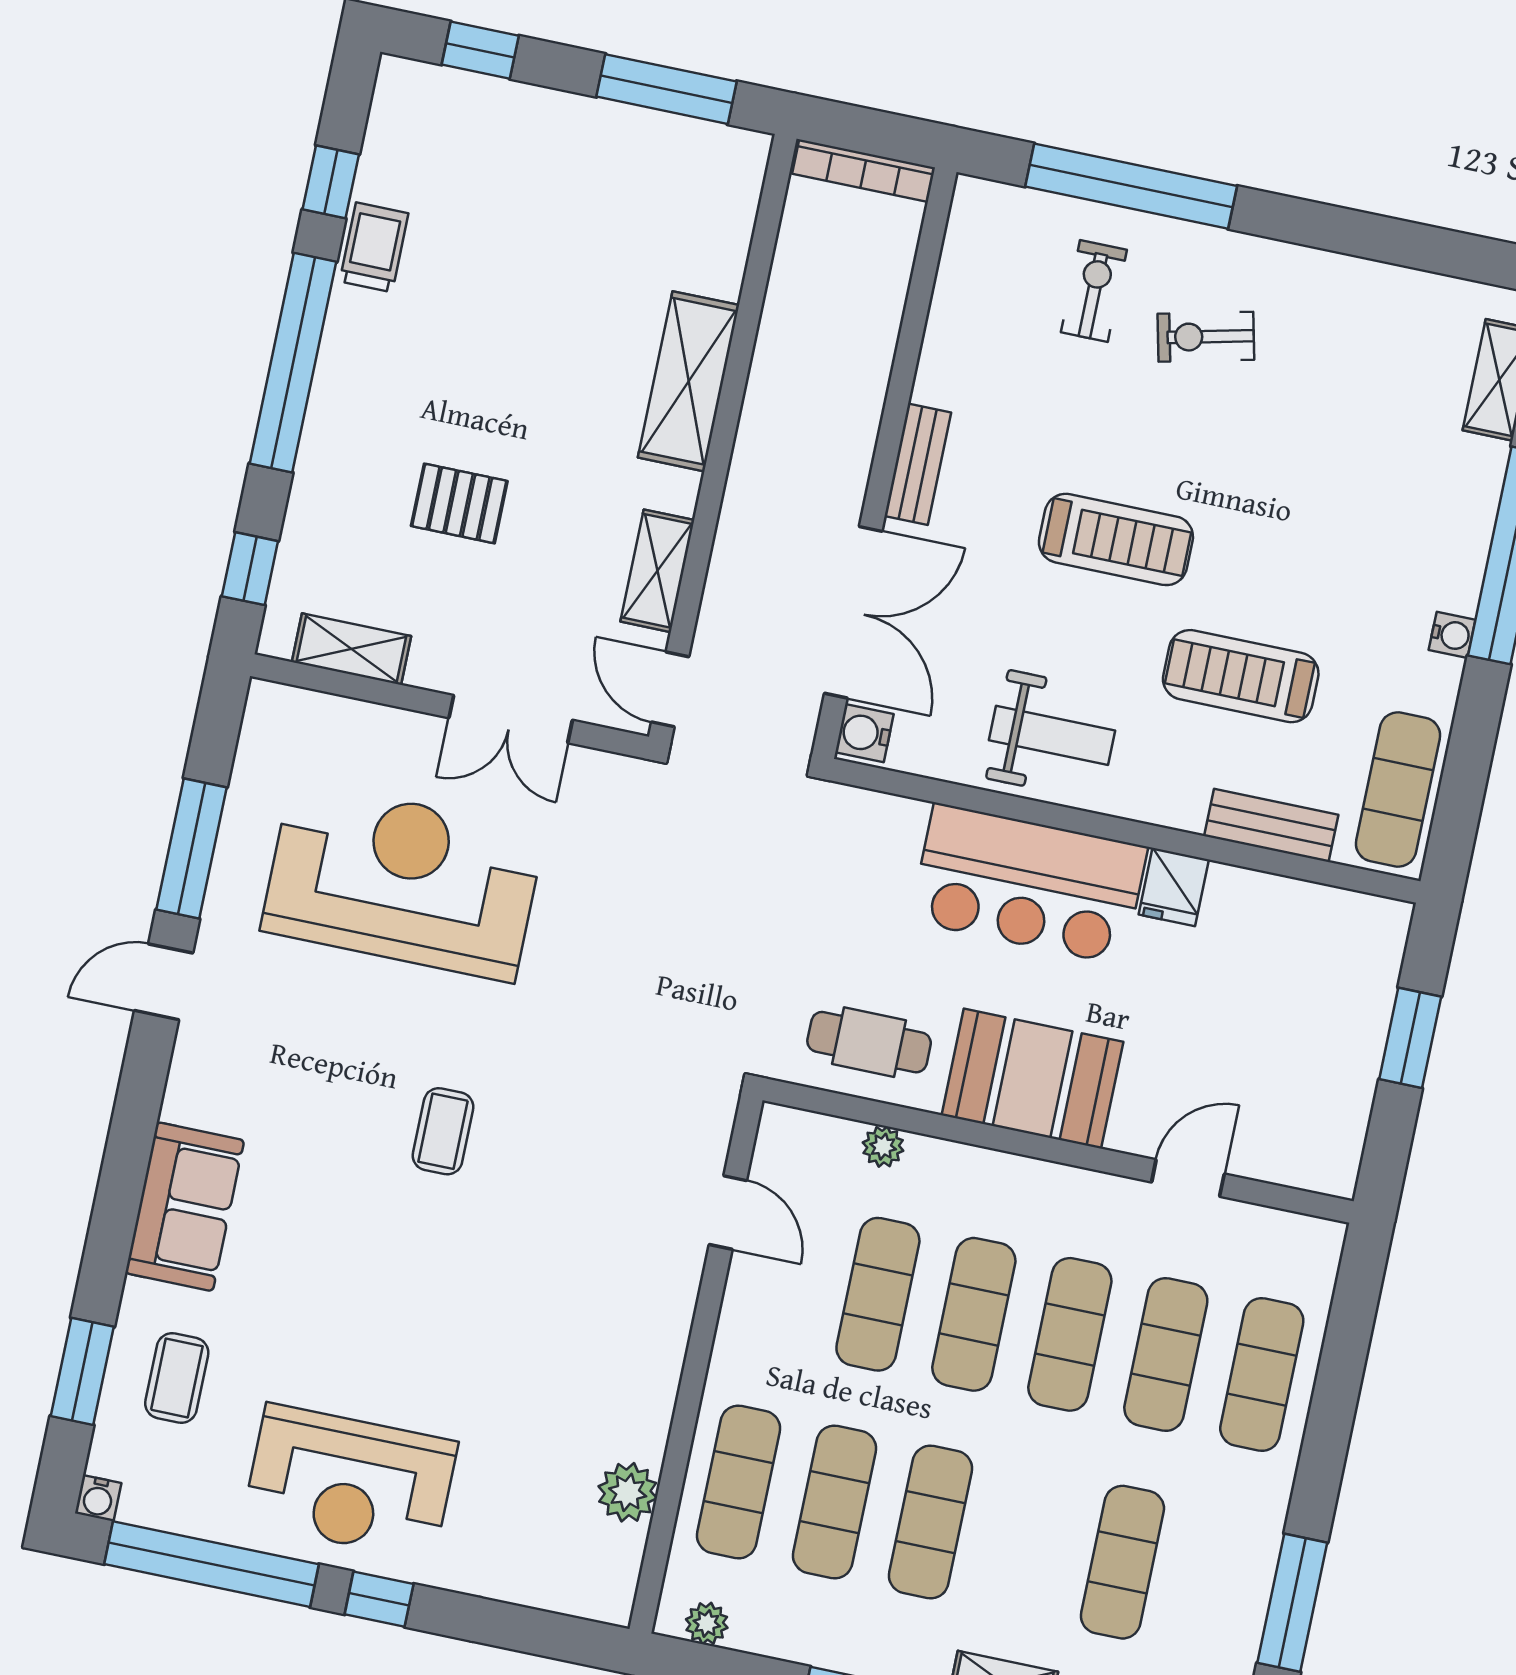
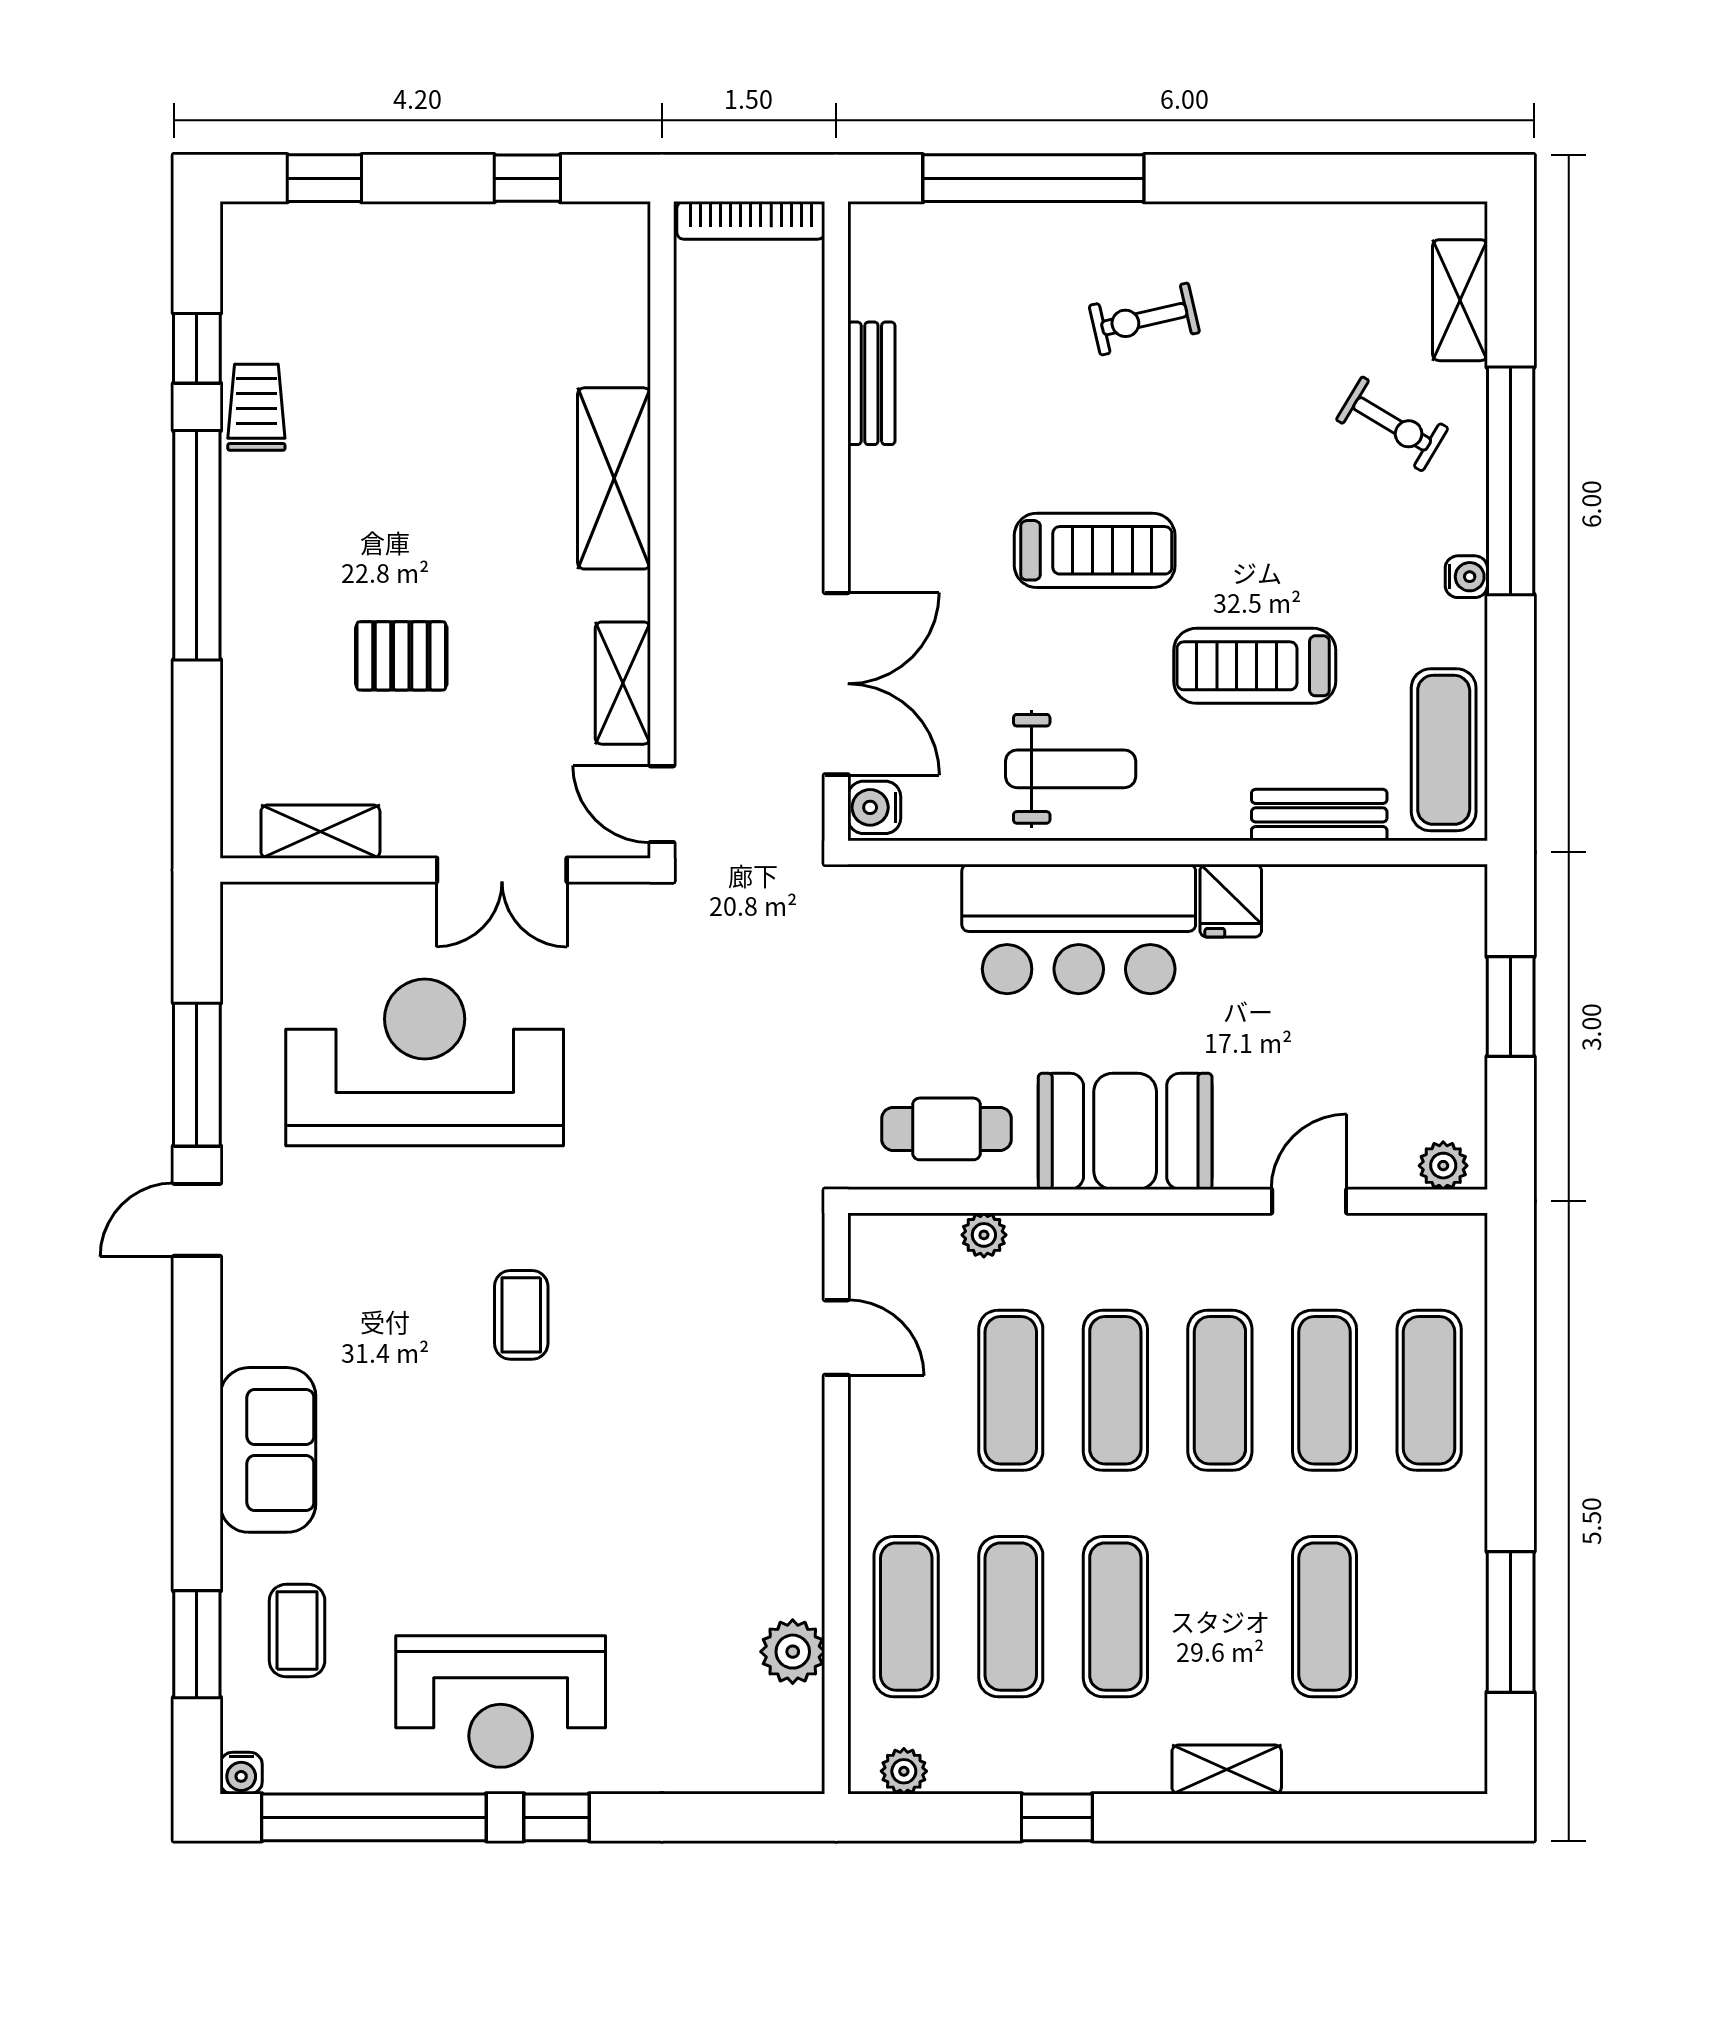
window: (667, 89) -> (527, 178), width x0.46
exercise bike: (1094, 291) -> (1392, 424), moved, turned 121
bench: (918, 464) -> (871, 383), moved
window: (250, 569) -> (197, 770), removed
plant: (1318, 1171) -> (1443, 1166), added

